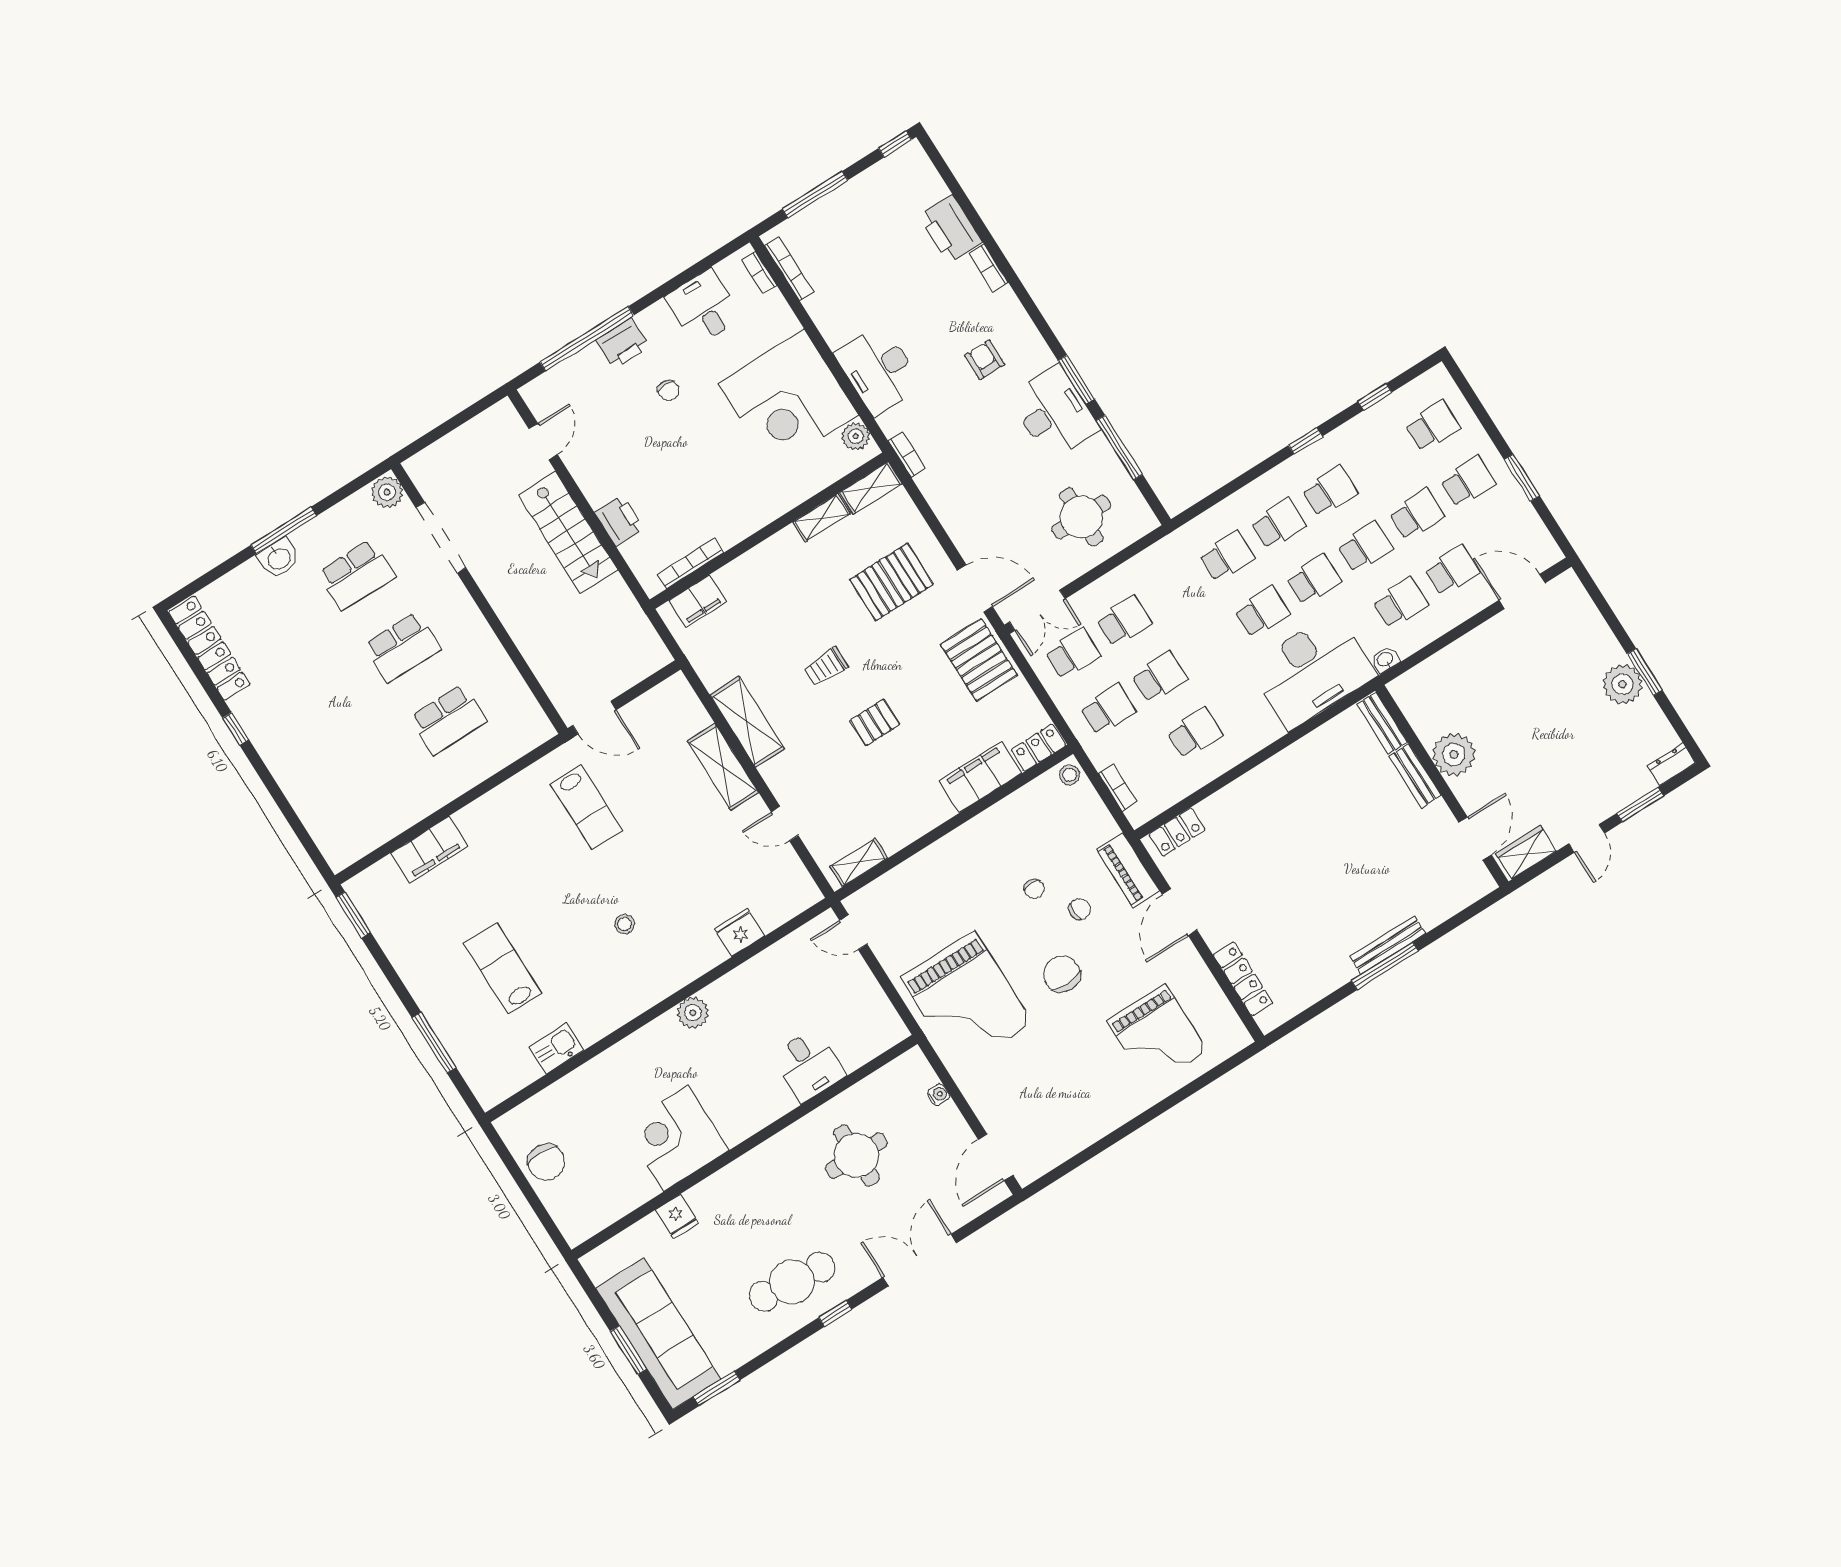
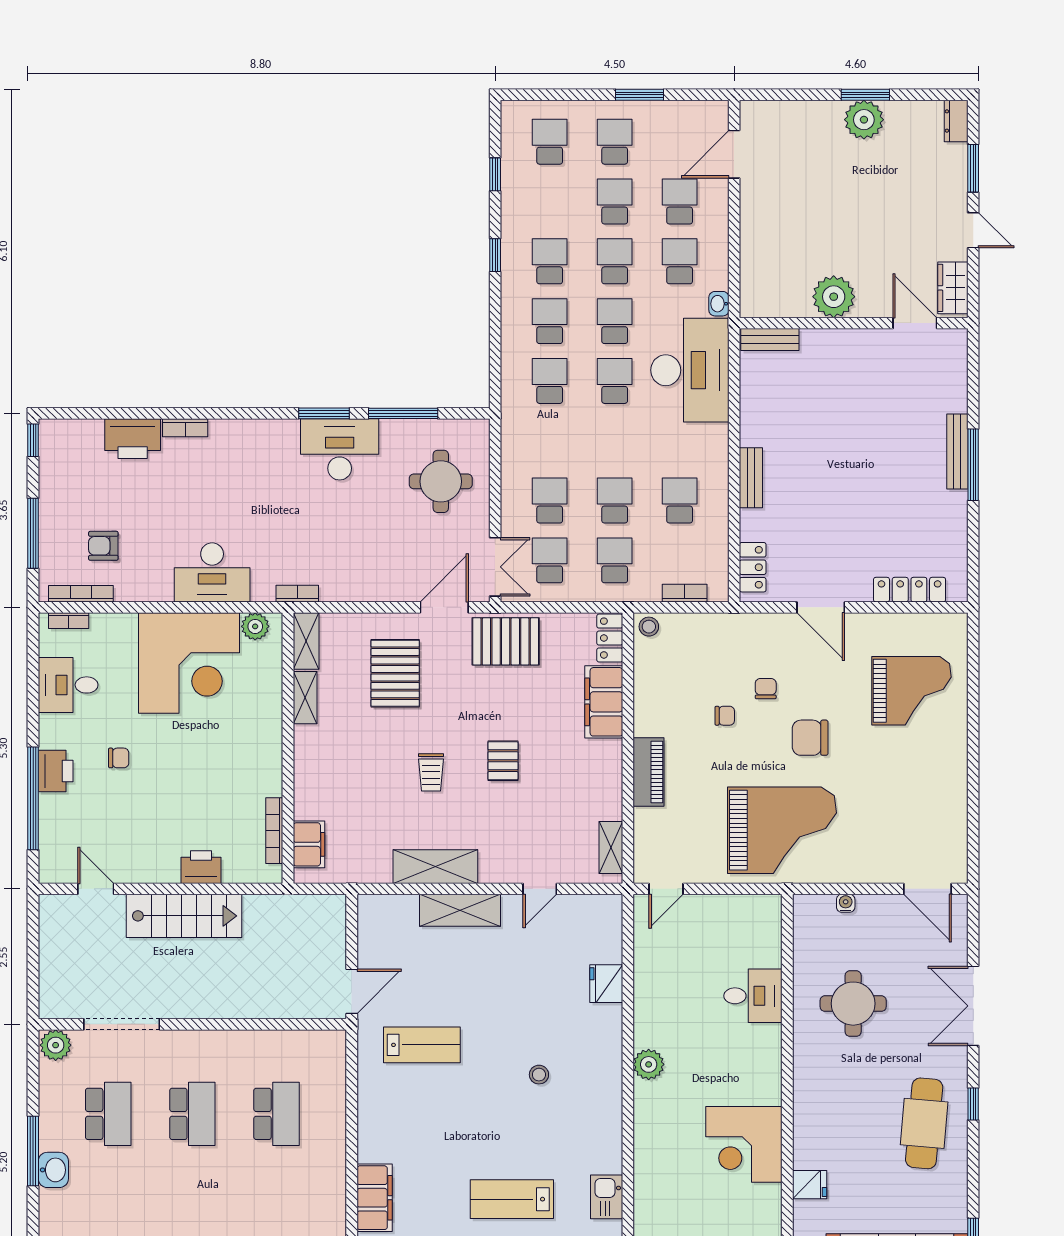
armchair: (985, 360) -> (103, 546), moved
bench: (1415, 776) -> (751, 478), moved, turned 90
piano: (1128, 870) -> (649, 772), moved, turned -90

